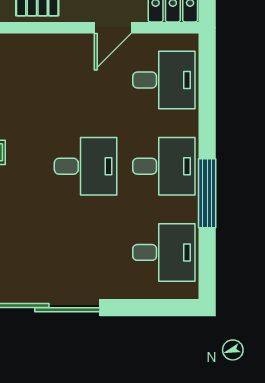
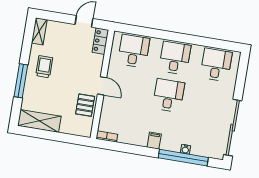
door: (113, 28) -> (102, 86), moved
window: (207, 193) -> (191, 39), removed

